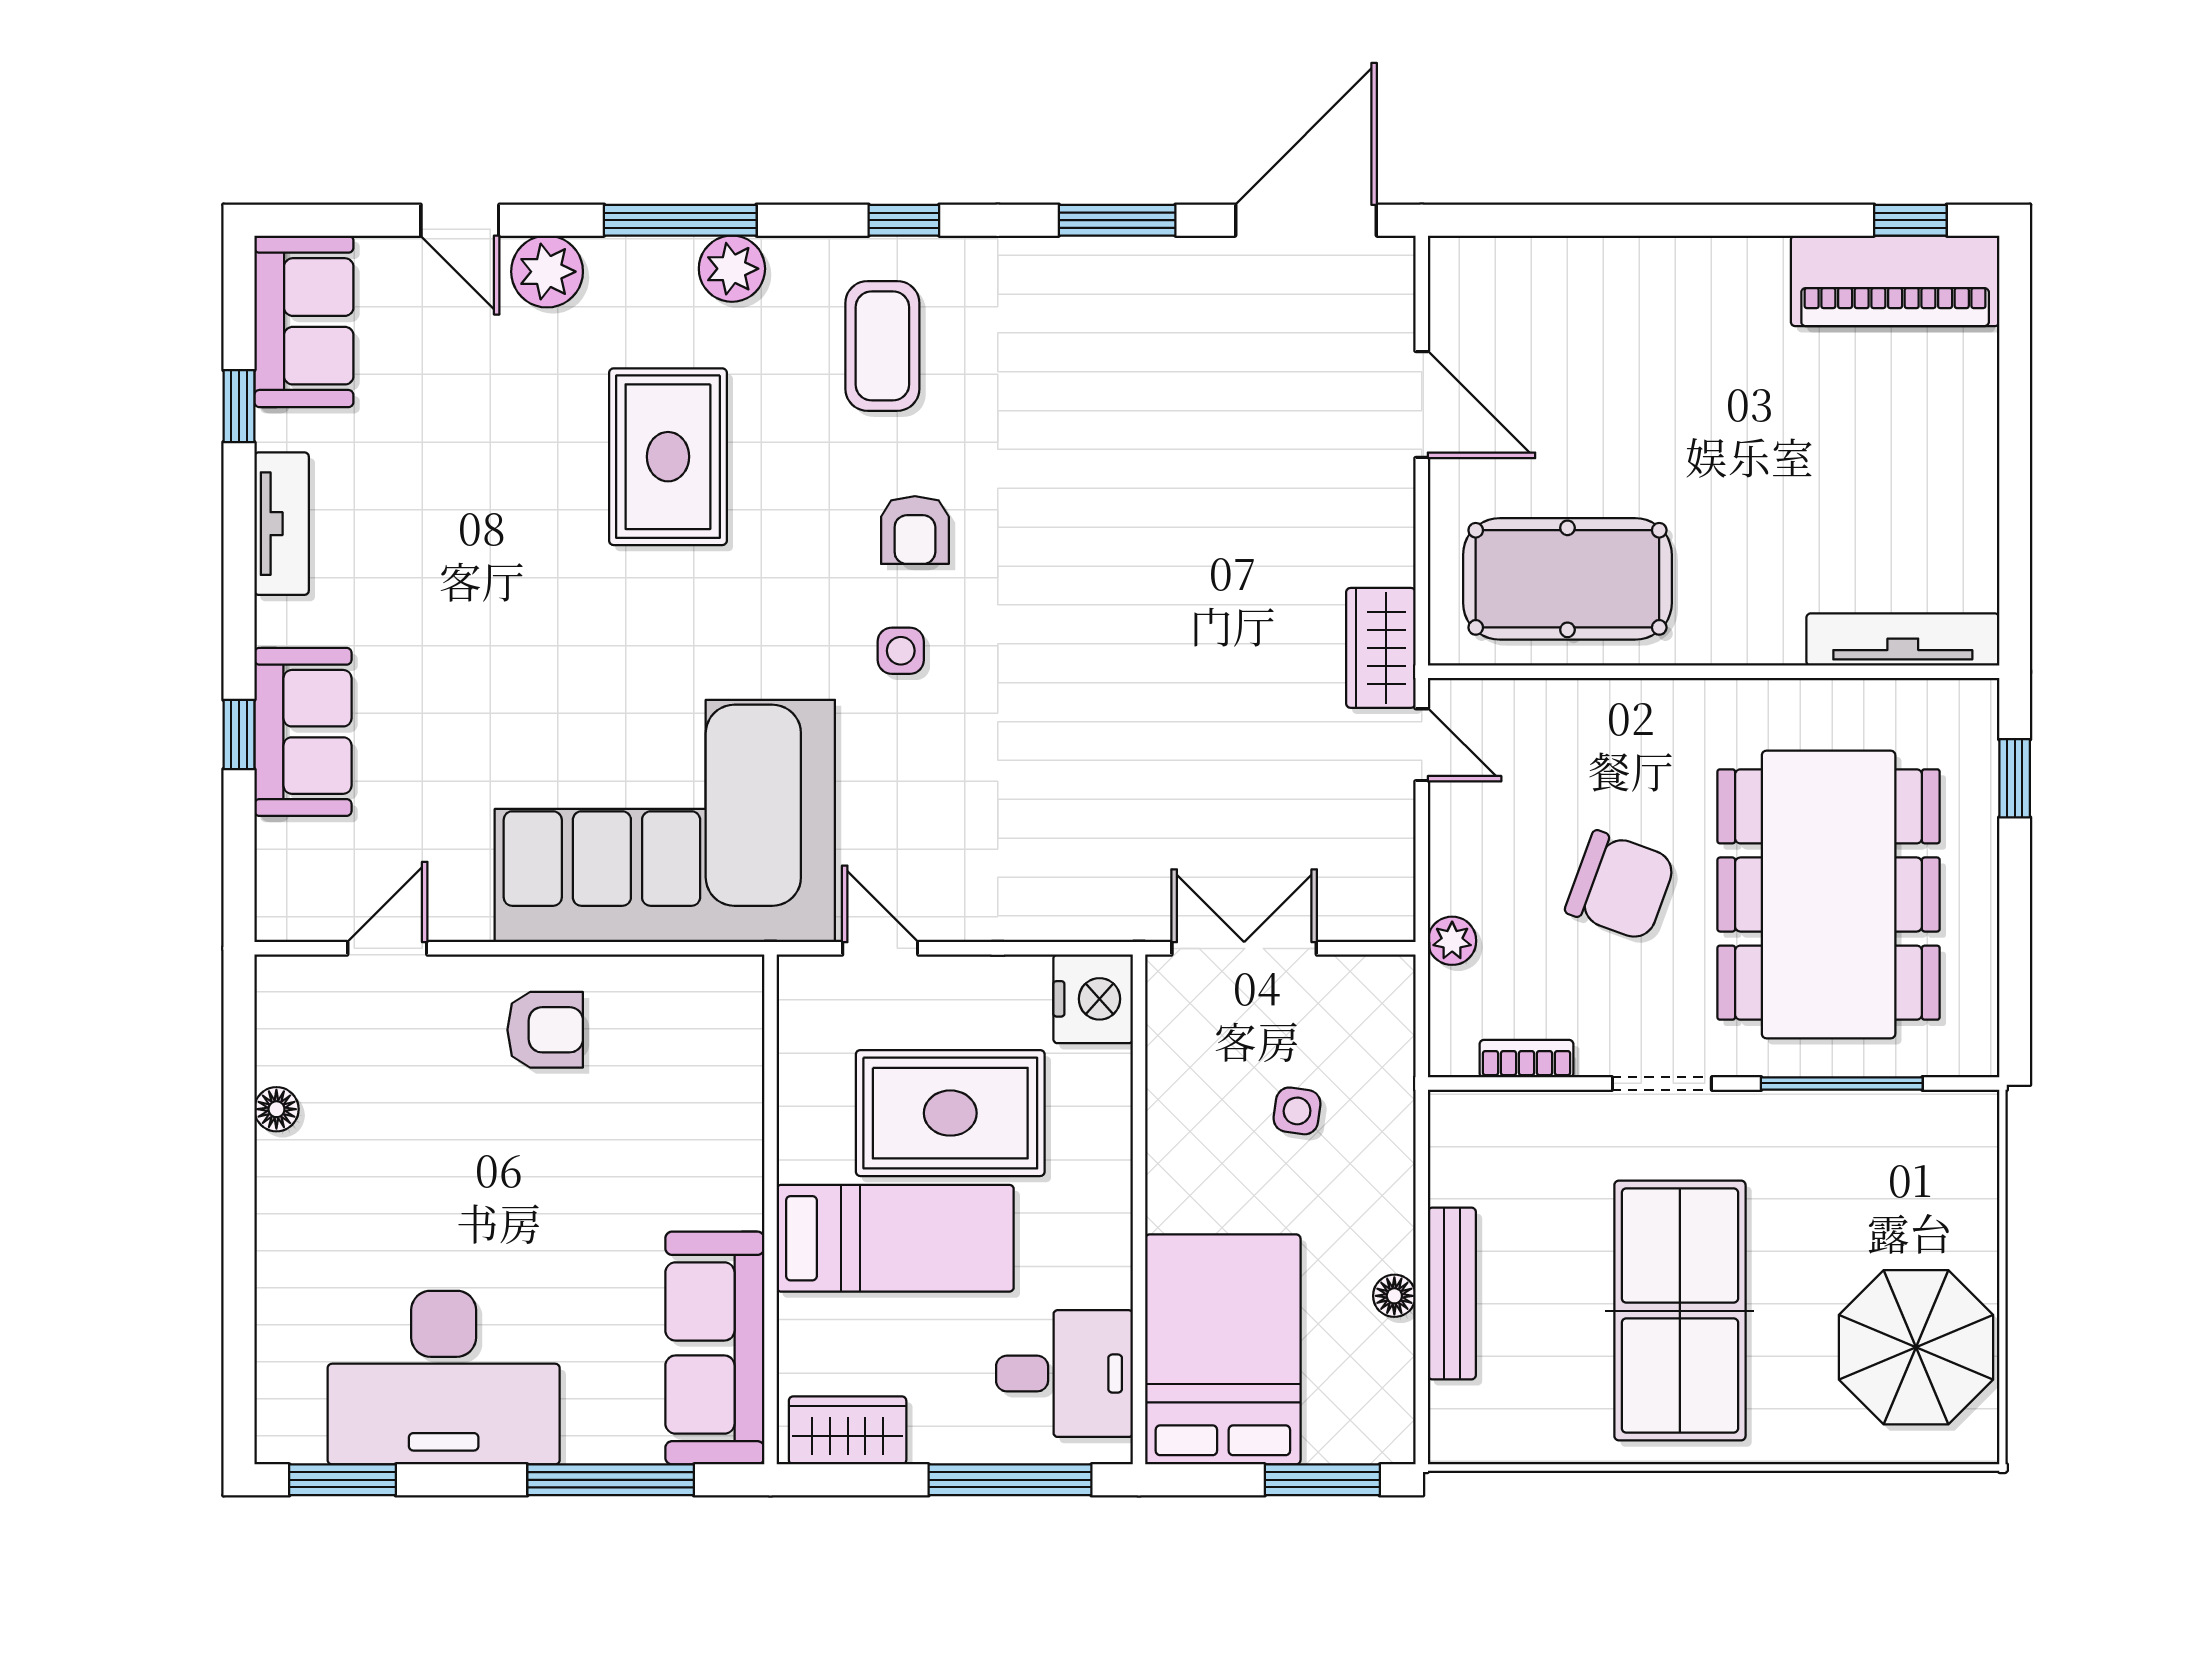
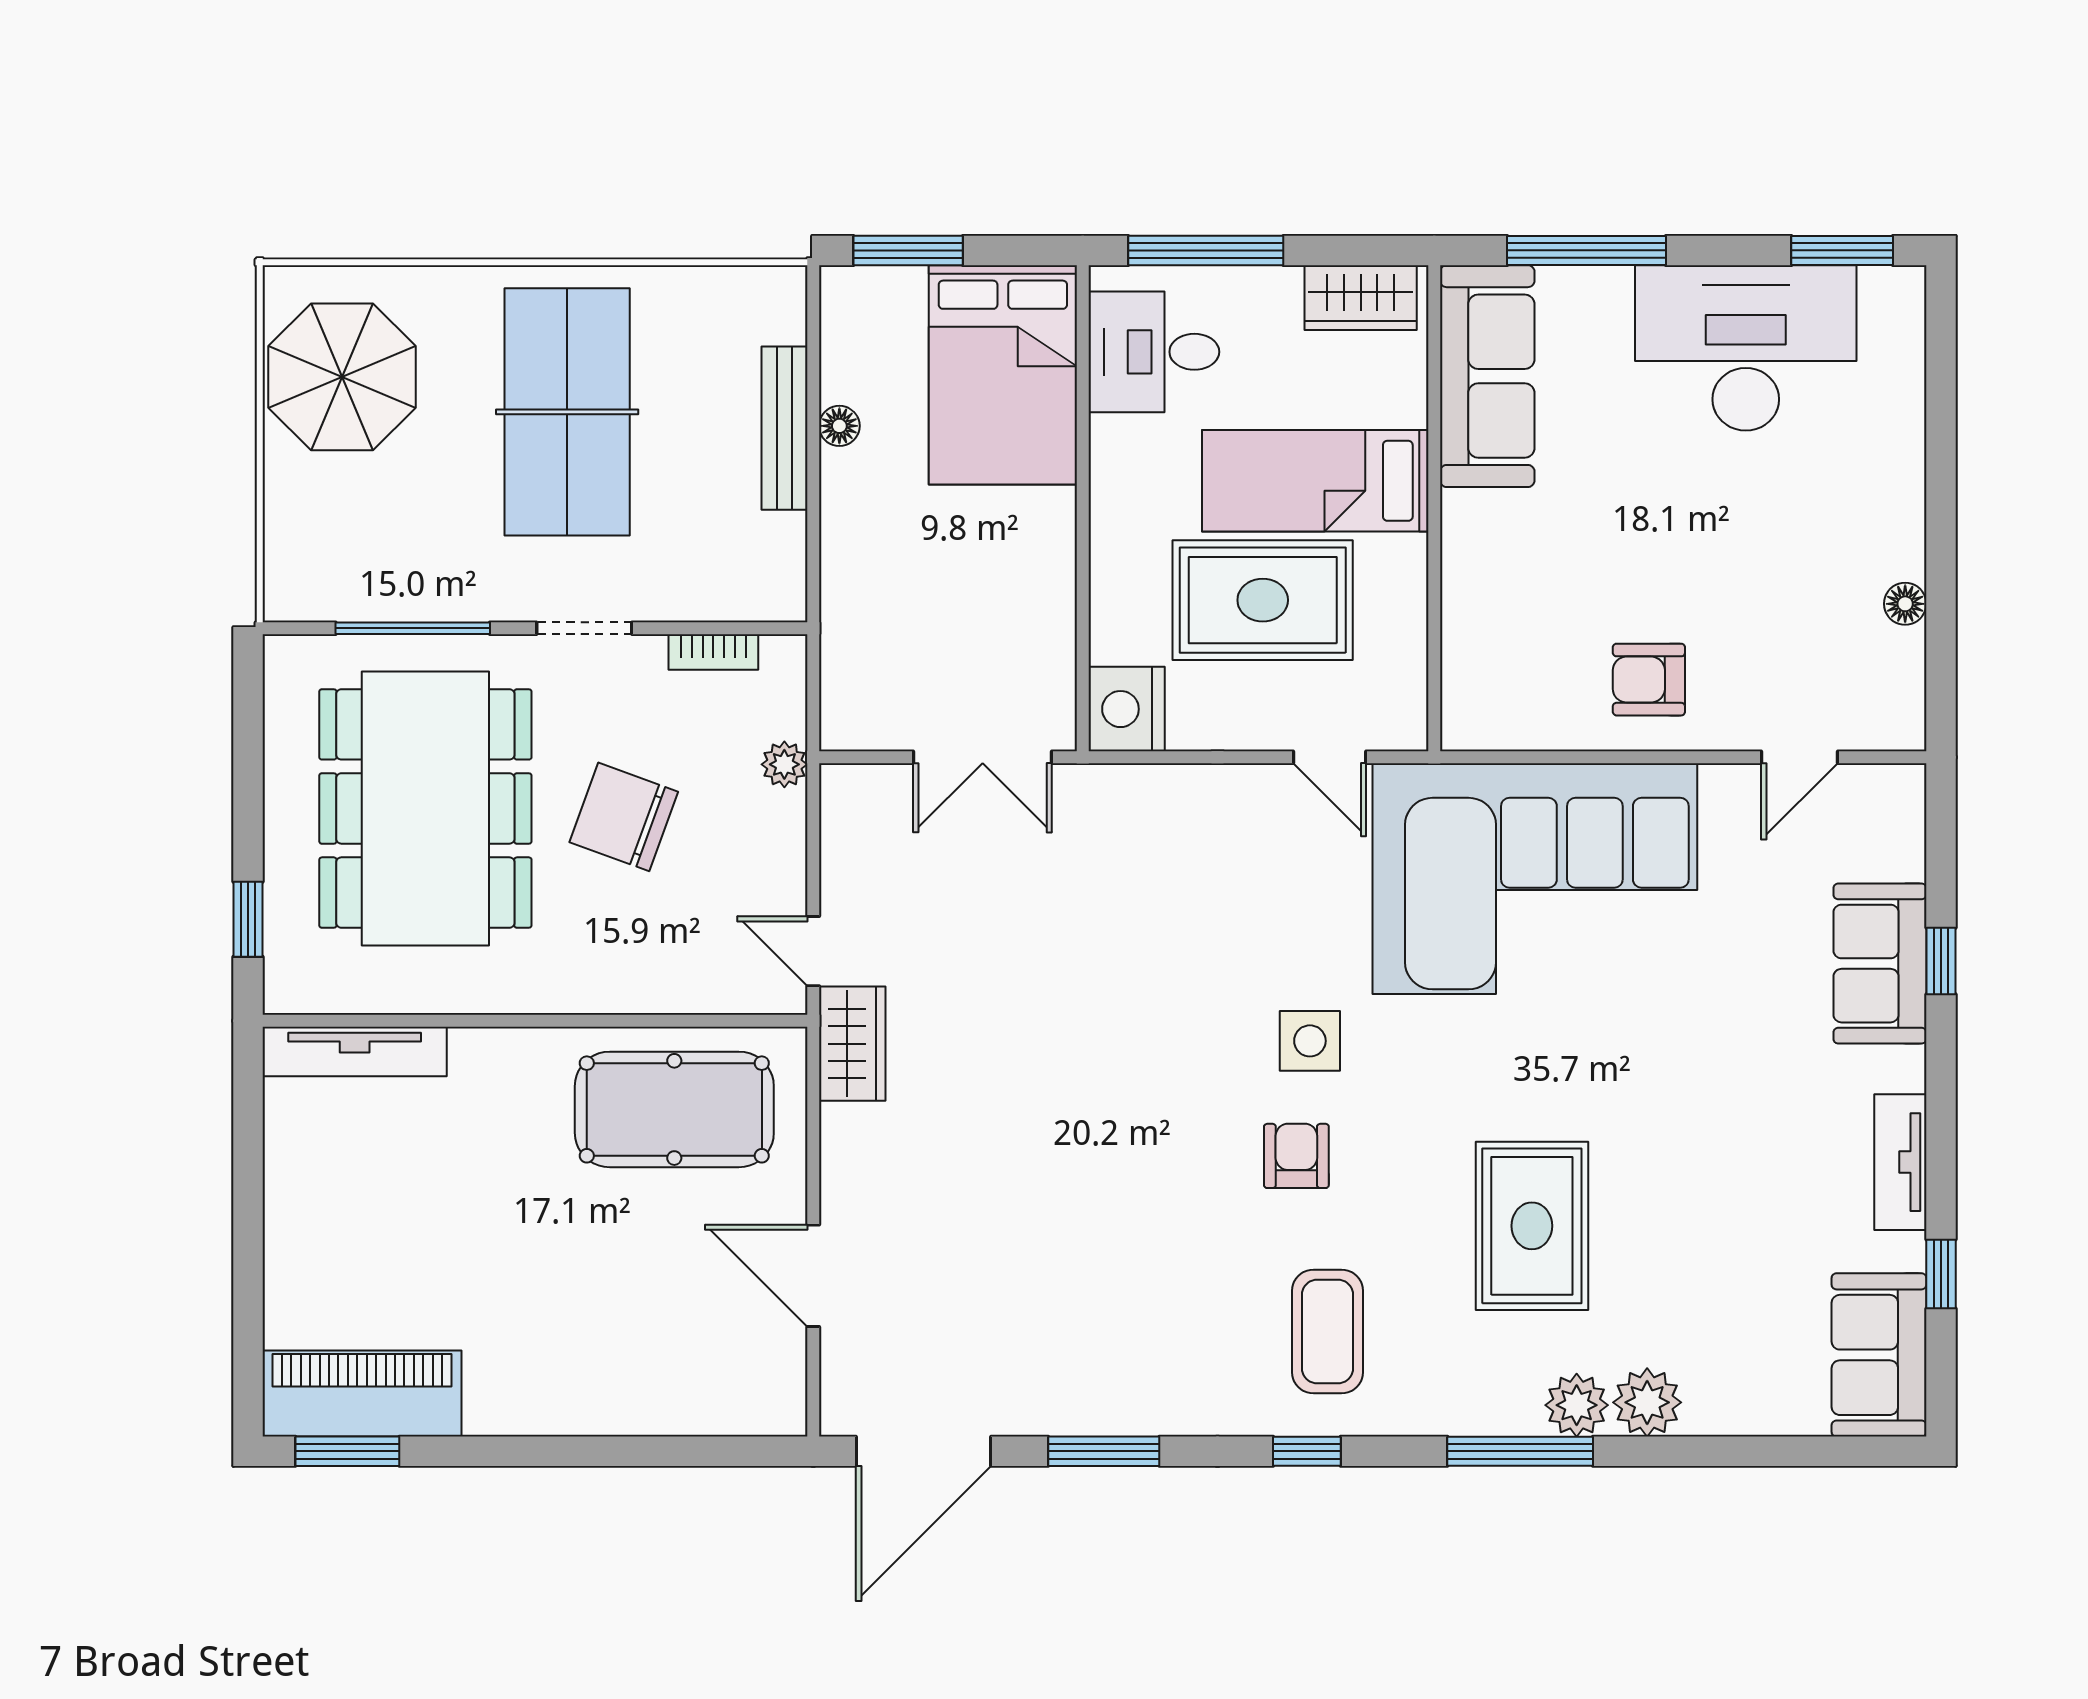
door: (460, 220) -> (1730, 1451), removed
window: (1910, 220) -> (347, 1451), width x1.50
plant: (732, 269) -> (1577, 1405), moved
side table: (901, 651) -> (1310, 1041), width x1.37, depth x1.37
side table: (1297, 1111) -> (932, 602), removed

